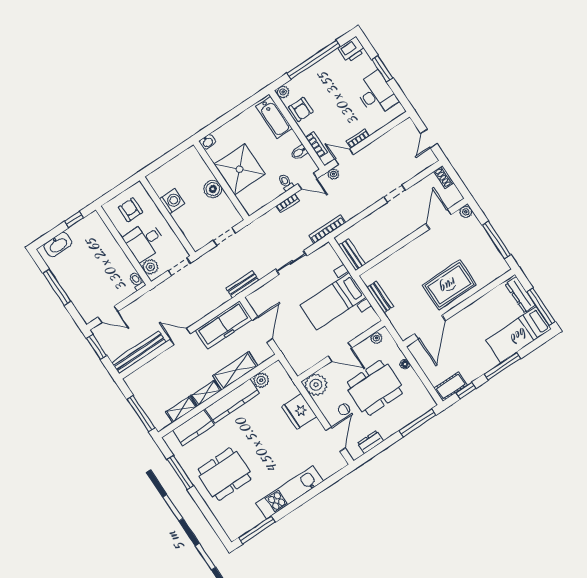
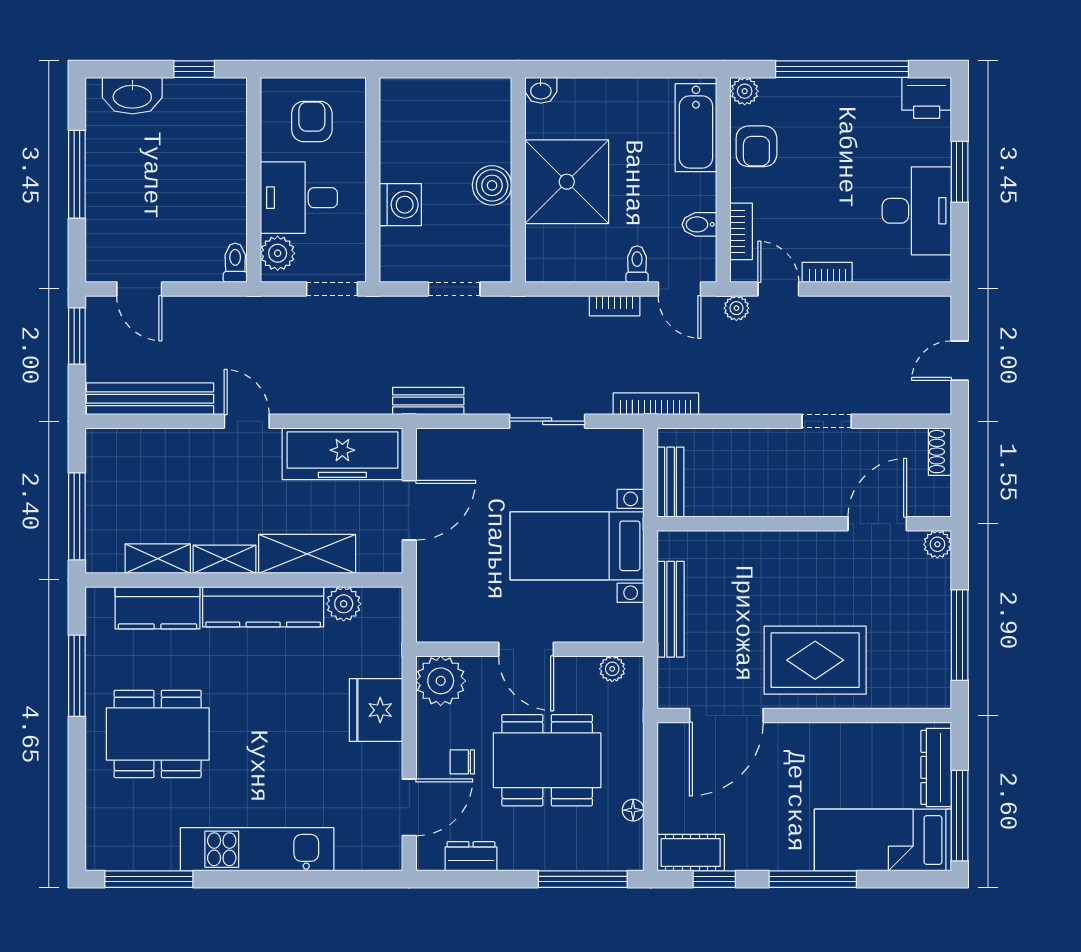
washing machine: (172, 201) -> (400, 205), moved
bench: (380, 297) -> (671, 609), width x1.36
floor lamp: (405, 364) -> (633, 810), moved

